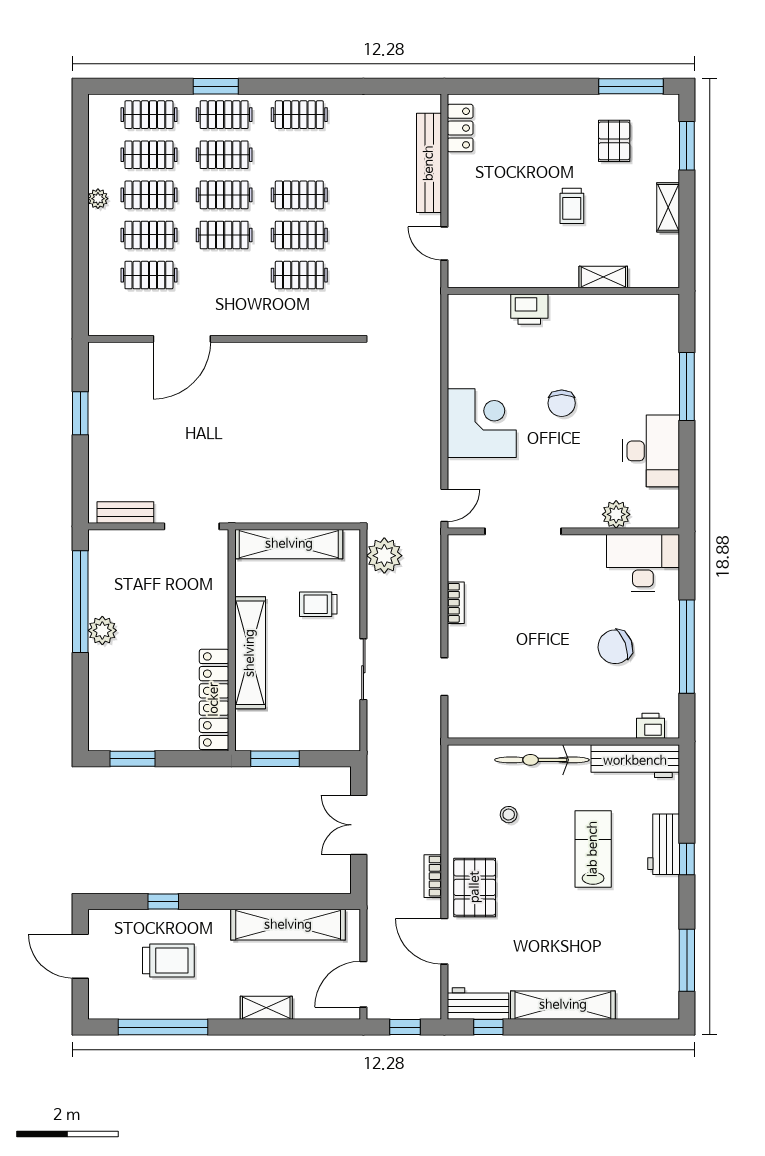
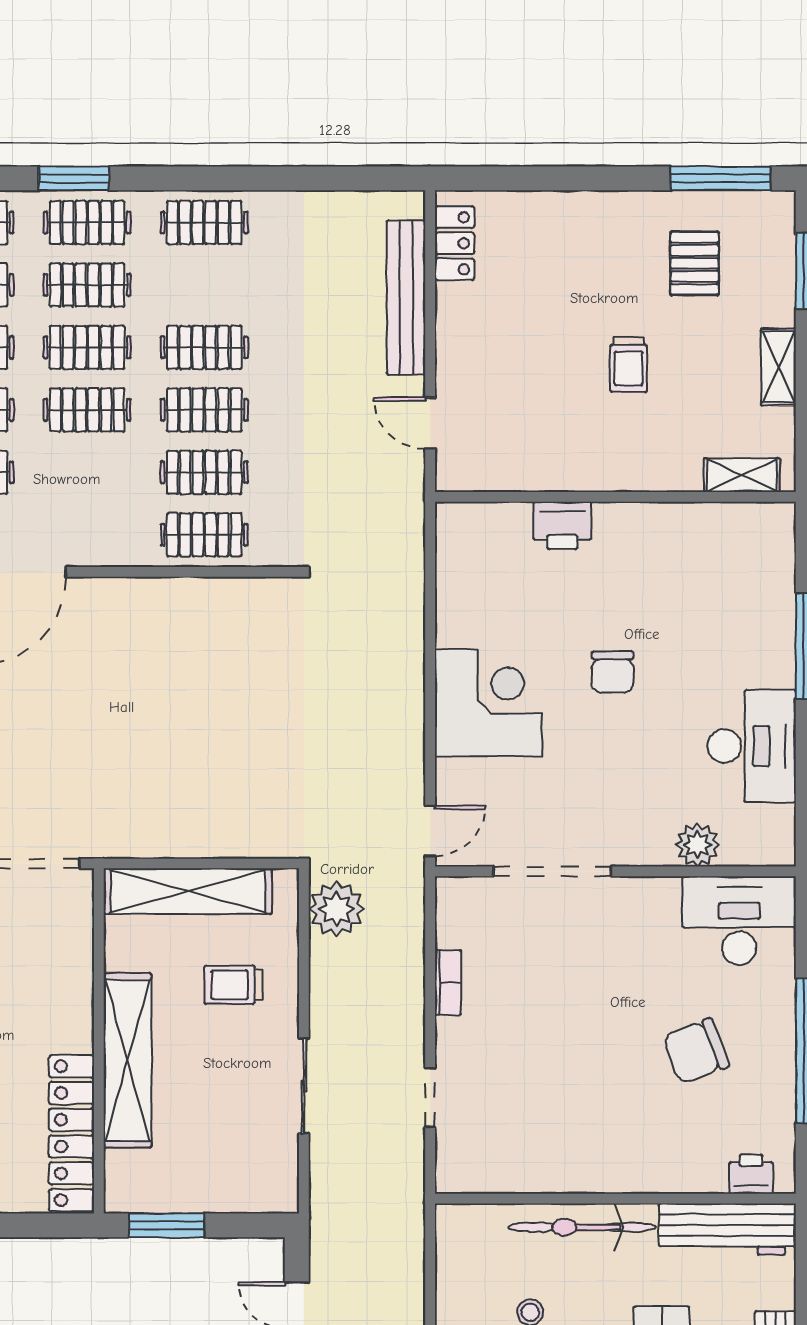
shelving: (603, 277) -> (742, 475), moved
clothes rail: (299, 315) -> (204, 535), added

